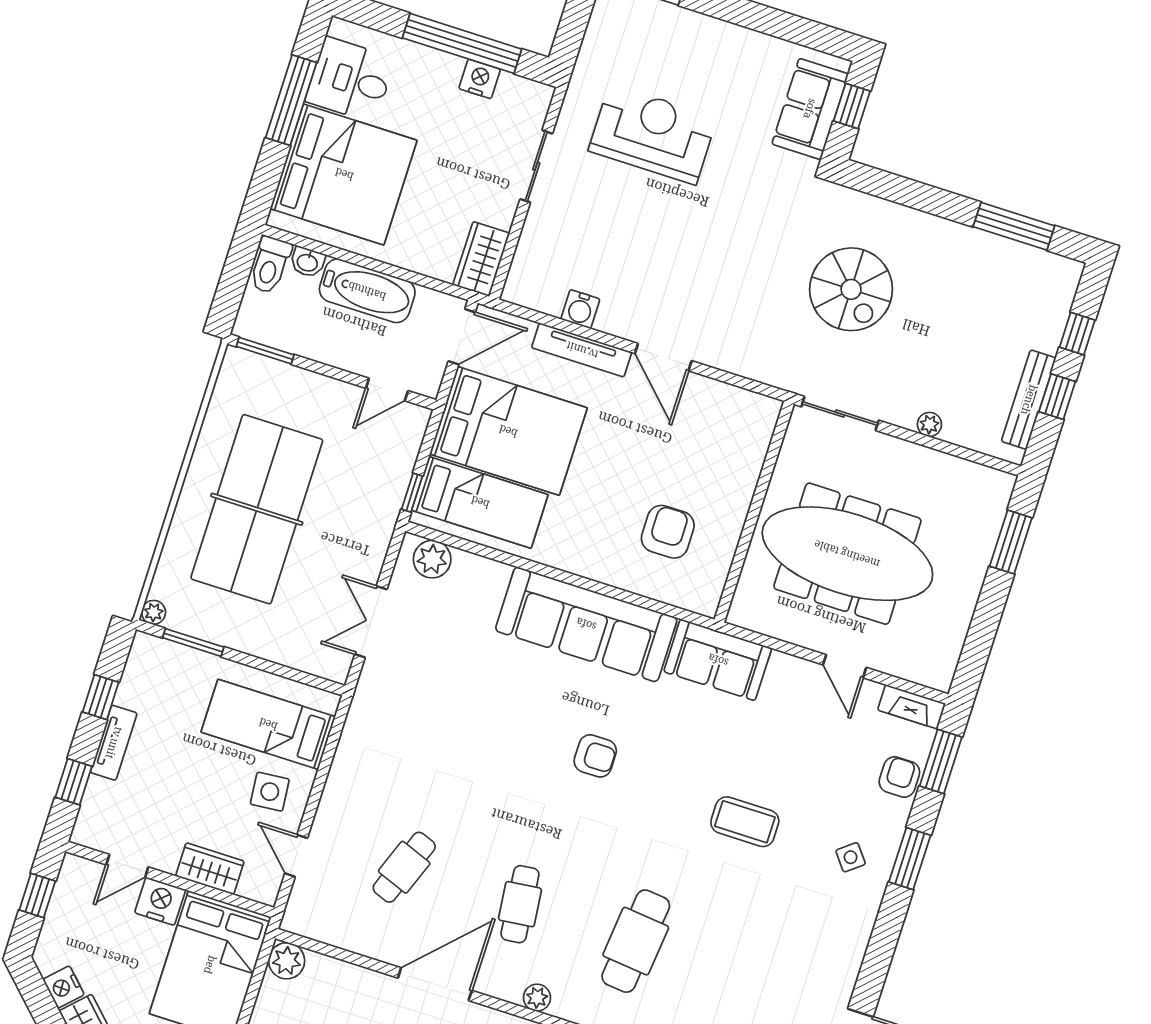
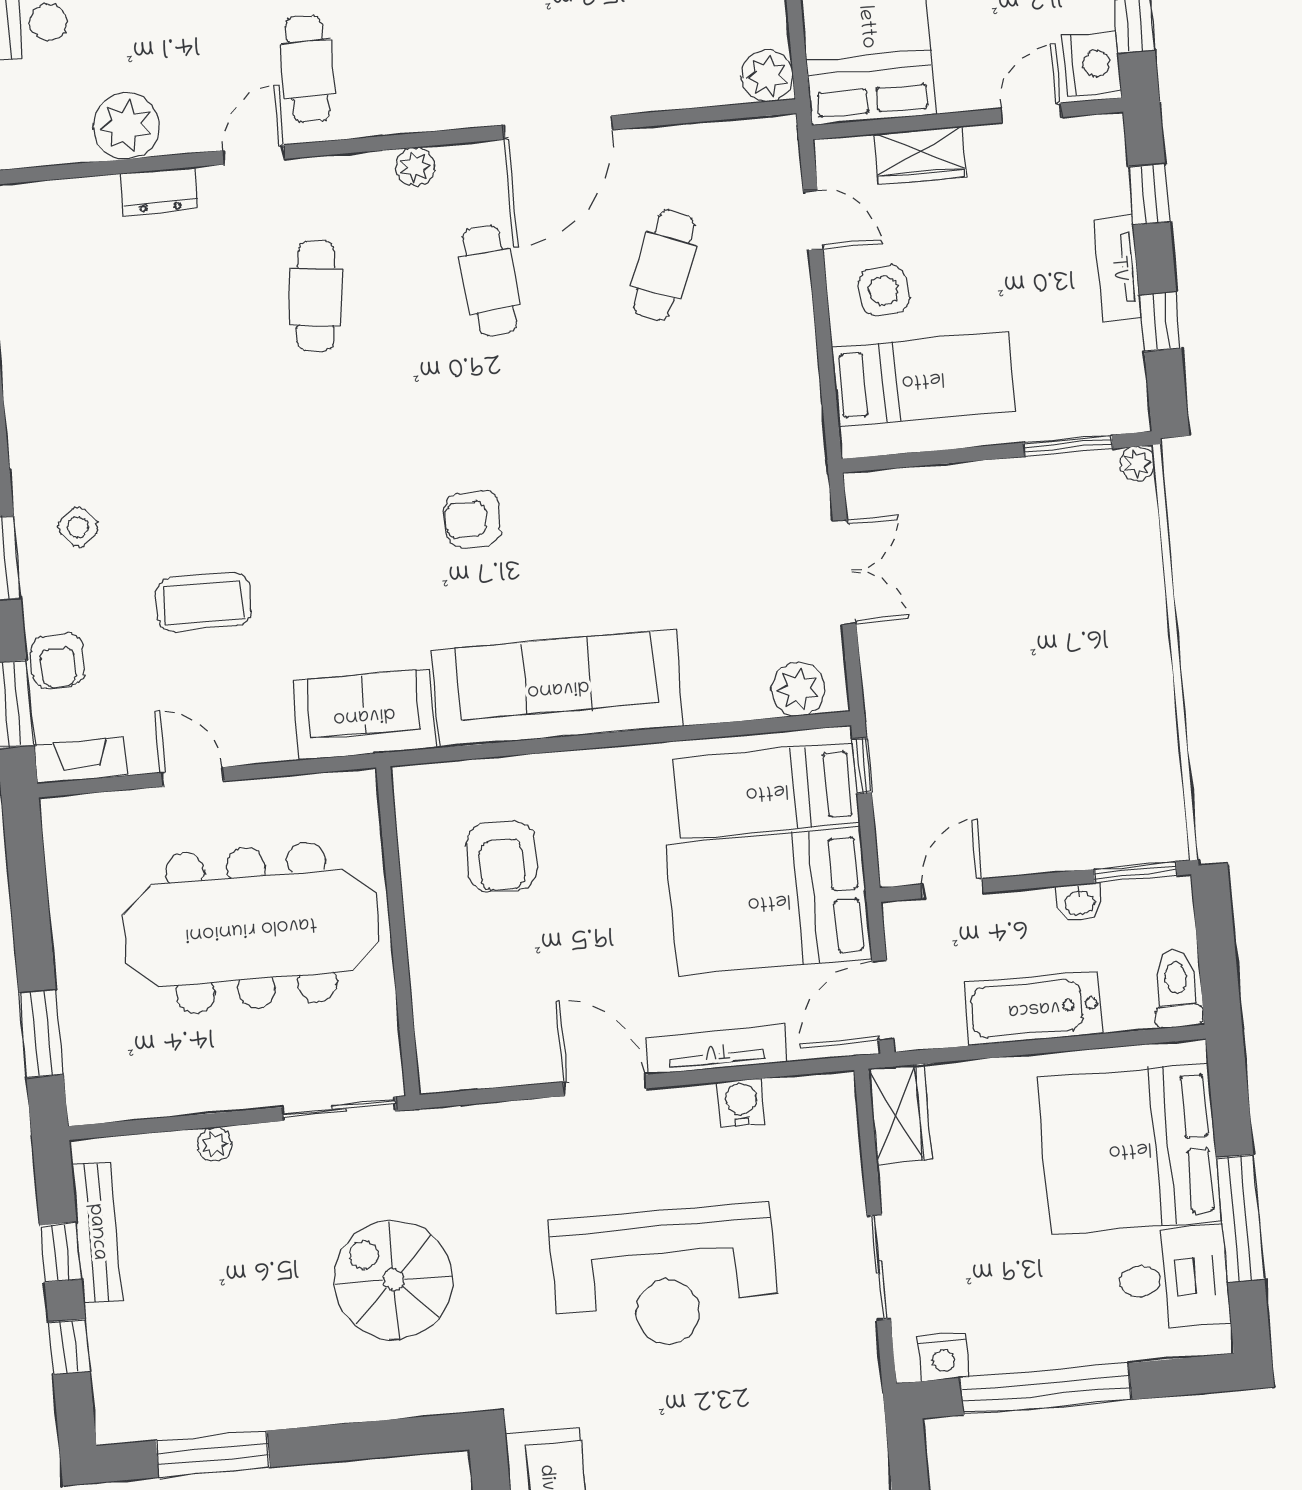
nightstand: (480, 79) -> (943, 1357), moved
reception desk: (653, 134) -> (665, 1277), moved, width x1.36, depth x1.30
washbasin: (308, 262) -> (1080, 903), moved, turned 180
table tennis table: (257, 509) -> (1058, 657), removed
coffee table: (745, 822) -> (204, 602), moved
nightstand: (160, 901) -> (1092, 64), moved, turned -90
cafe table: (636, 941) -> (316, 296), width x0.73, depth x0.74

